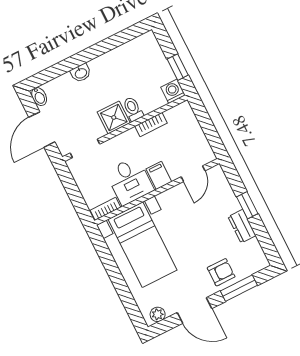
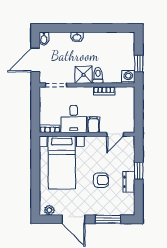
armchair: (221, 272) -> (101, 180), moved

